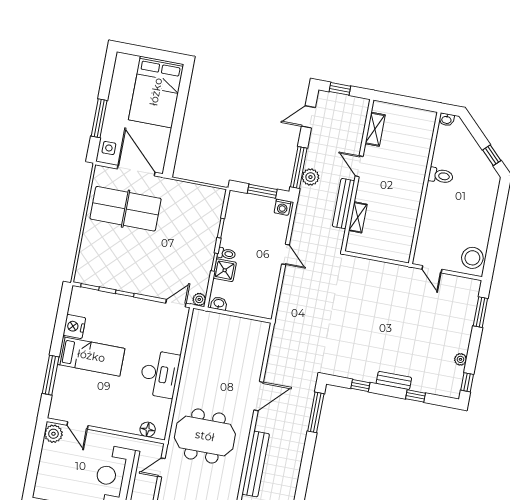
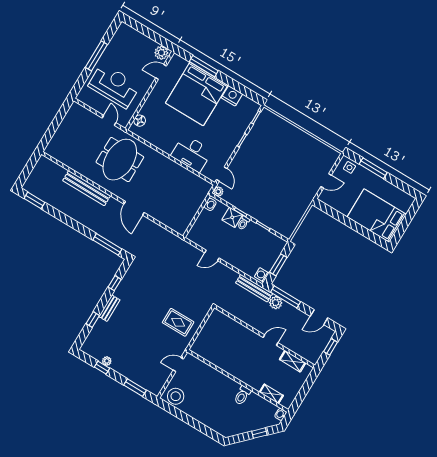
door: (308, 117) -> (319, 317), swing flipped
window: (492, 155) -> (259, 433), moved
door: (136, 171) -> (326, 181), width x0.53
bench: (344, 204) -> (254, 288), moved
table tennis table: (126, 209) -> (302, 163), removed
shelving: (358, 217) -> (271, 394), moved
door: (286, 254) -> (212, 255), moved
rug: (380, 289) -> (178, 322), added
bed: (91, 356) -> (197, 94), width x2.04
desk: (160, 374) -> (192, 153), moved
window: (467, 382) -> (102, 368), moved

